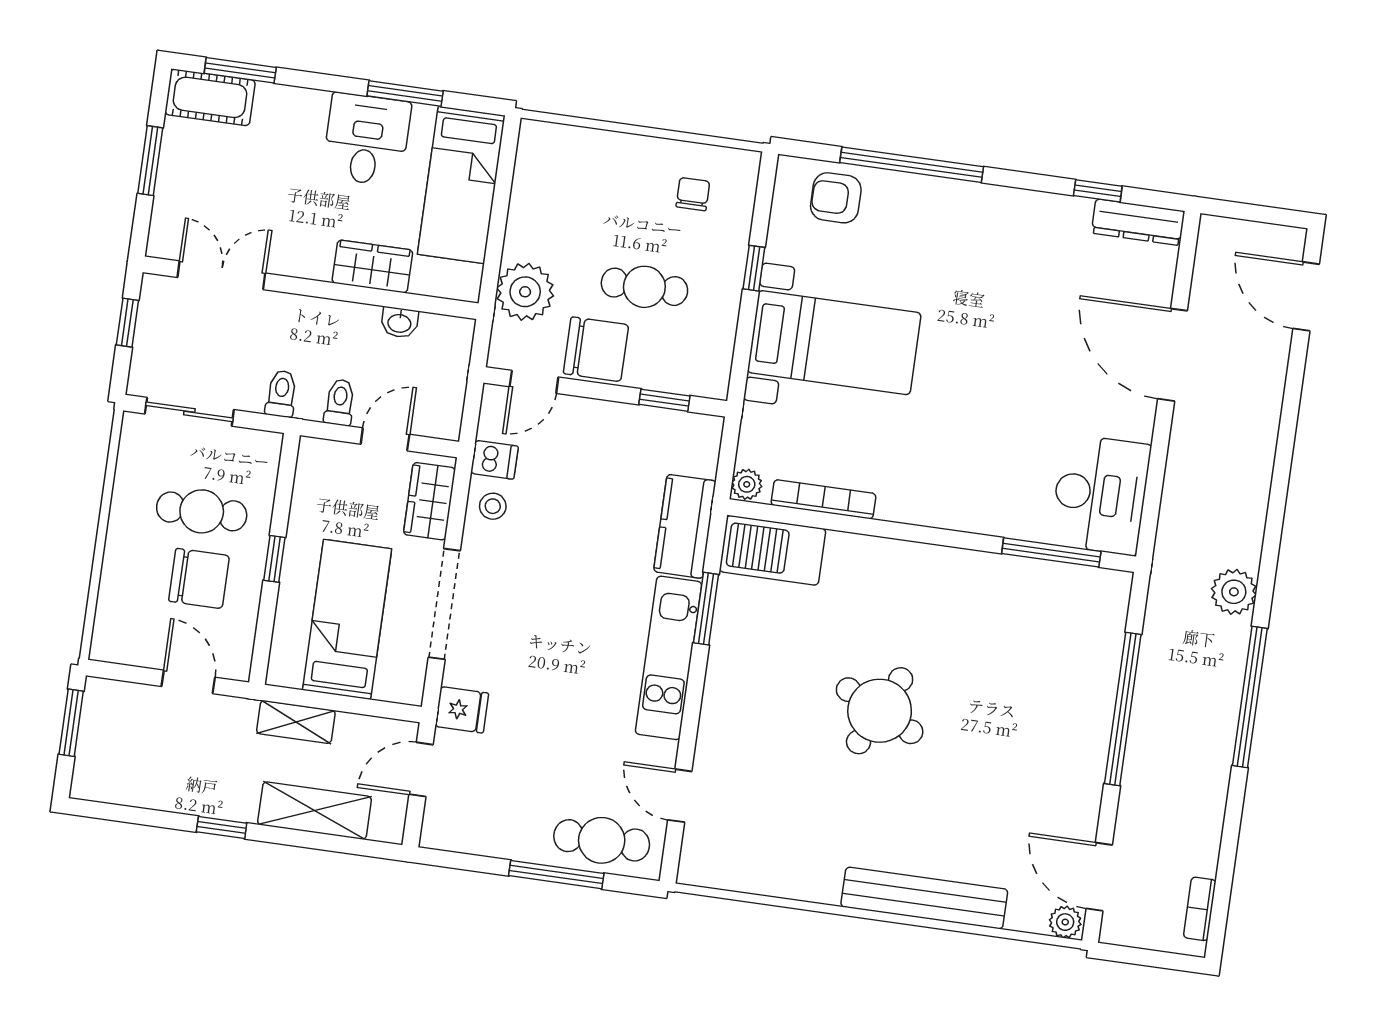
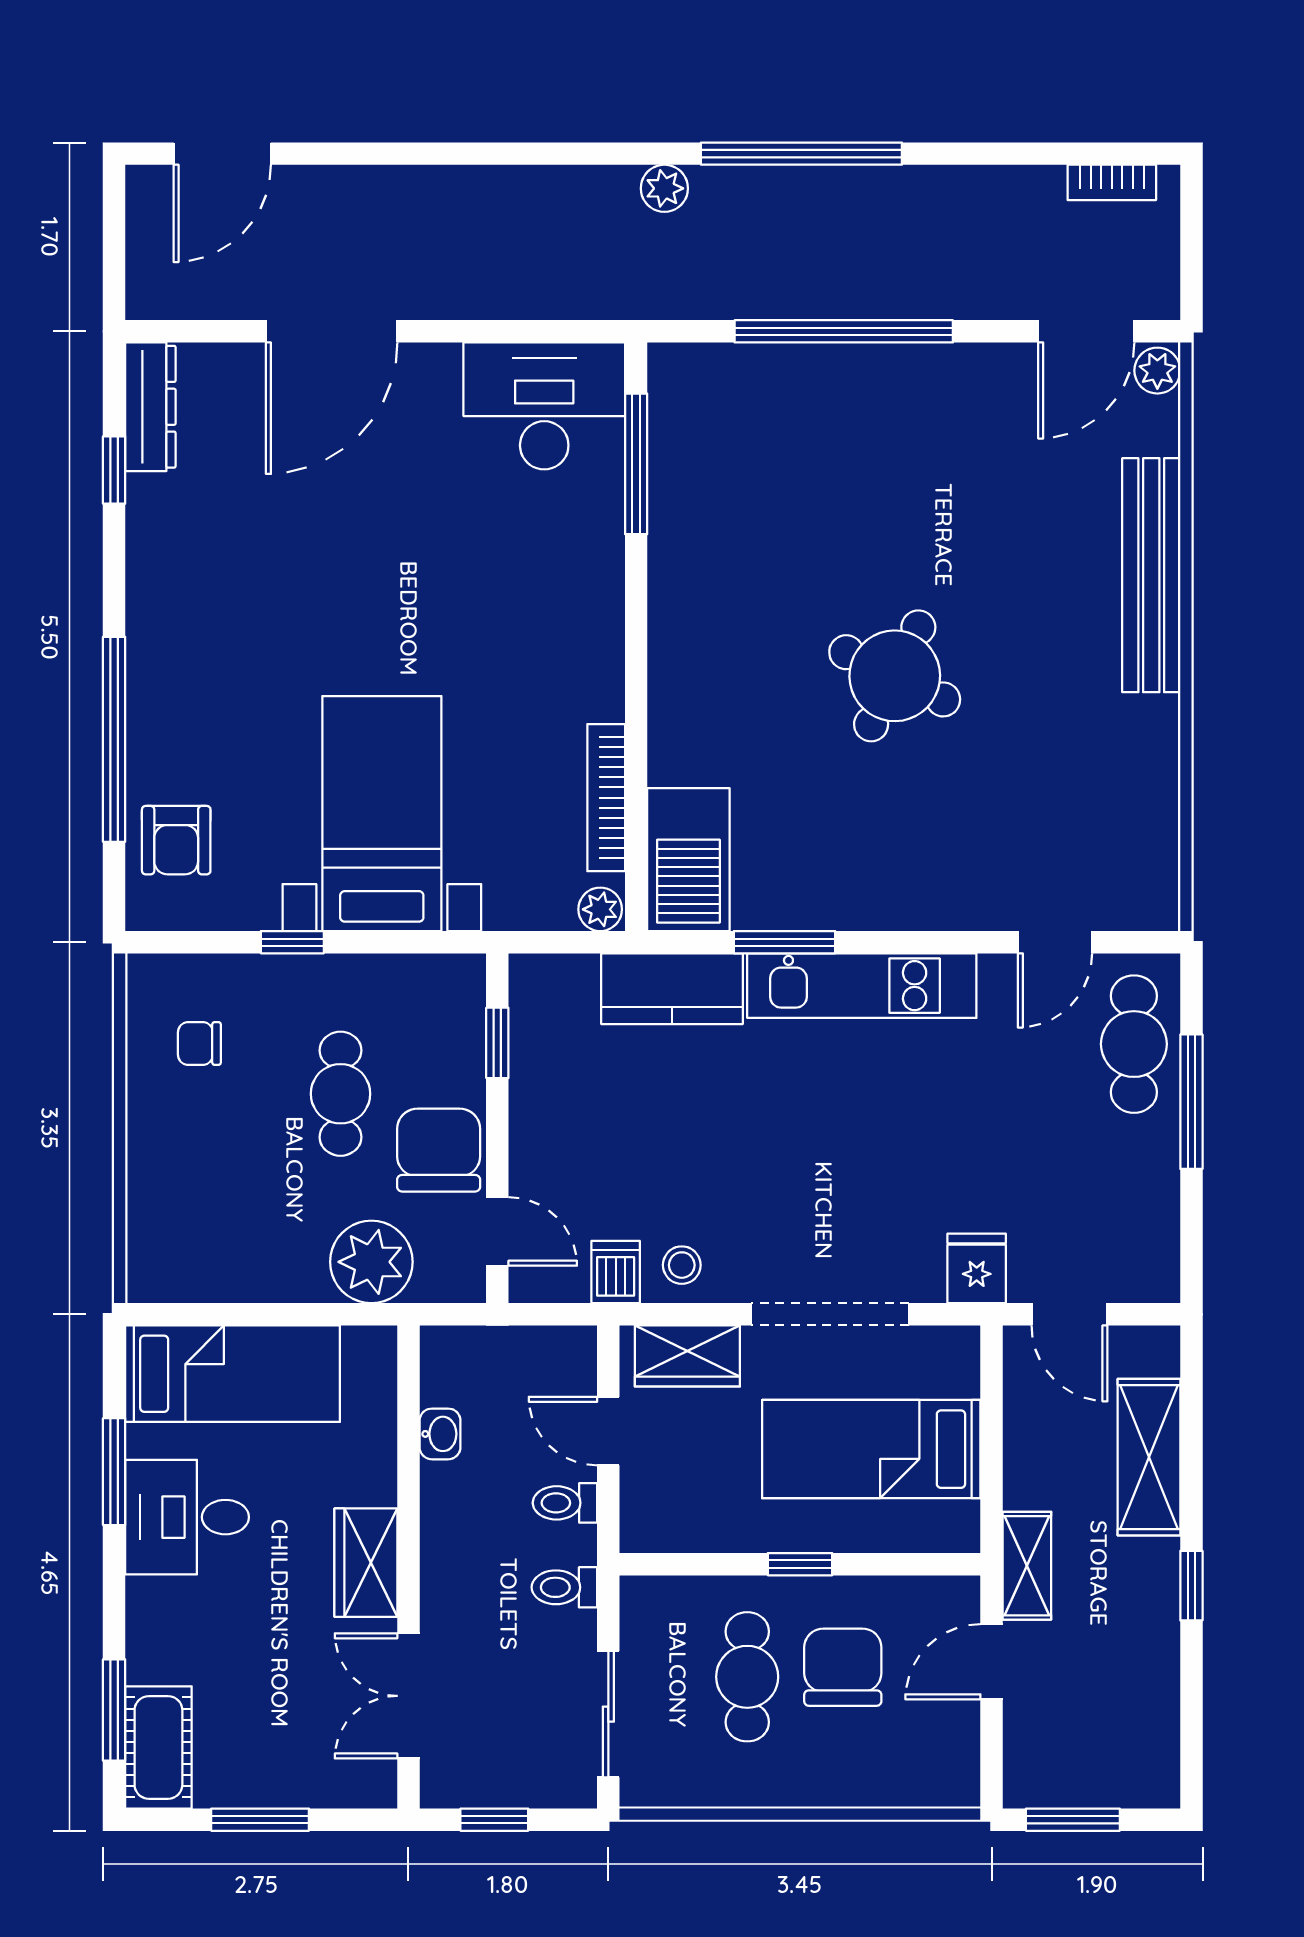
wardrobe: (372, 266) -> (366, 1563), moved
plant: (1234, 592) -> (664, 188), width x0.73, depth x0.73
shelving: (296, 722) -> (1027, 1566), moved

